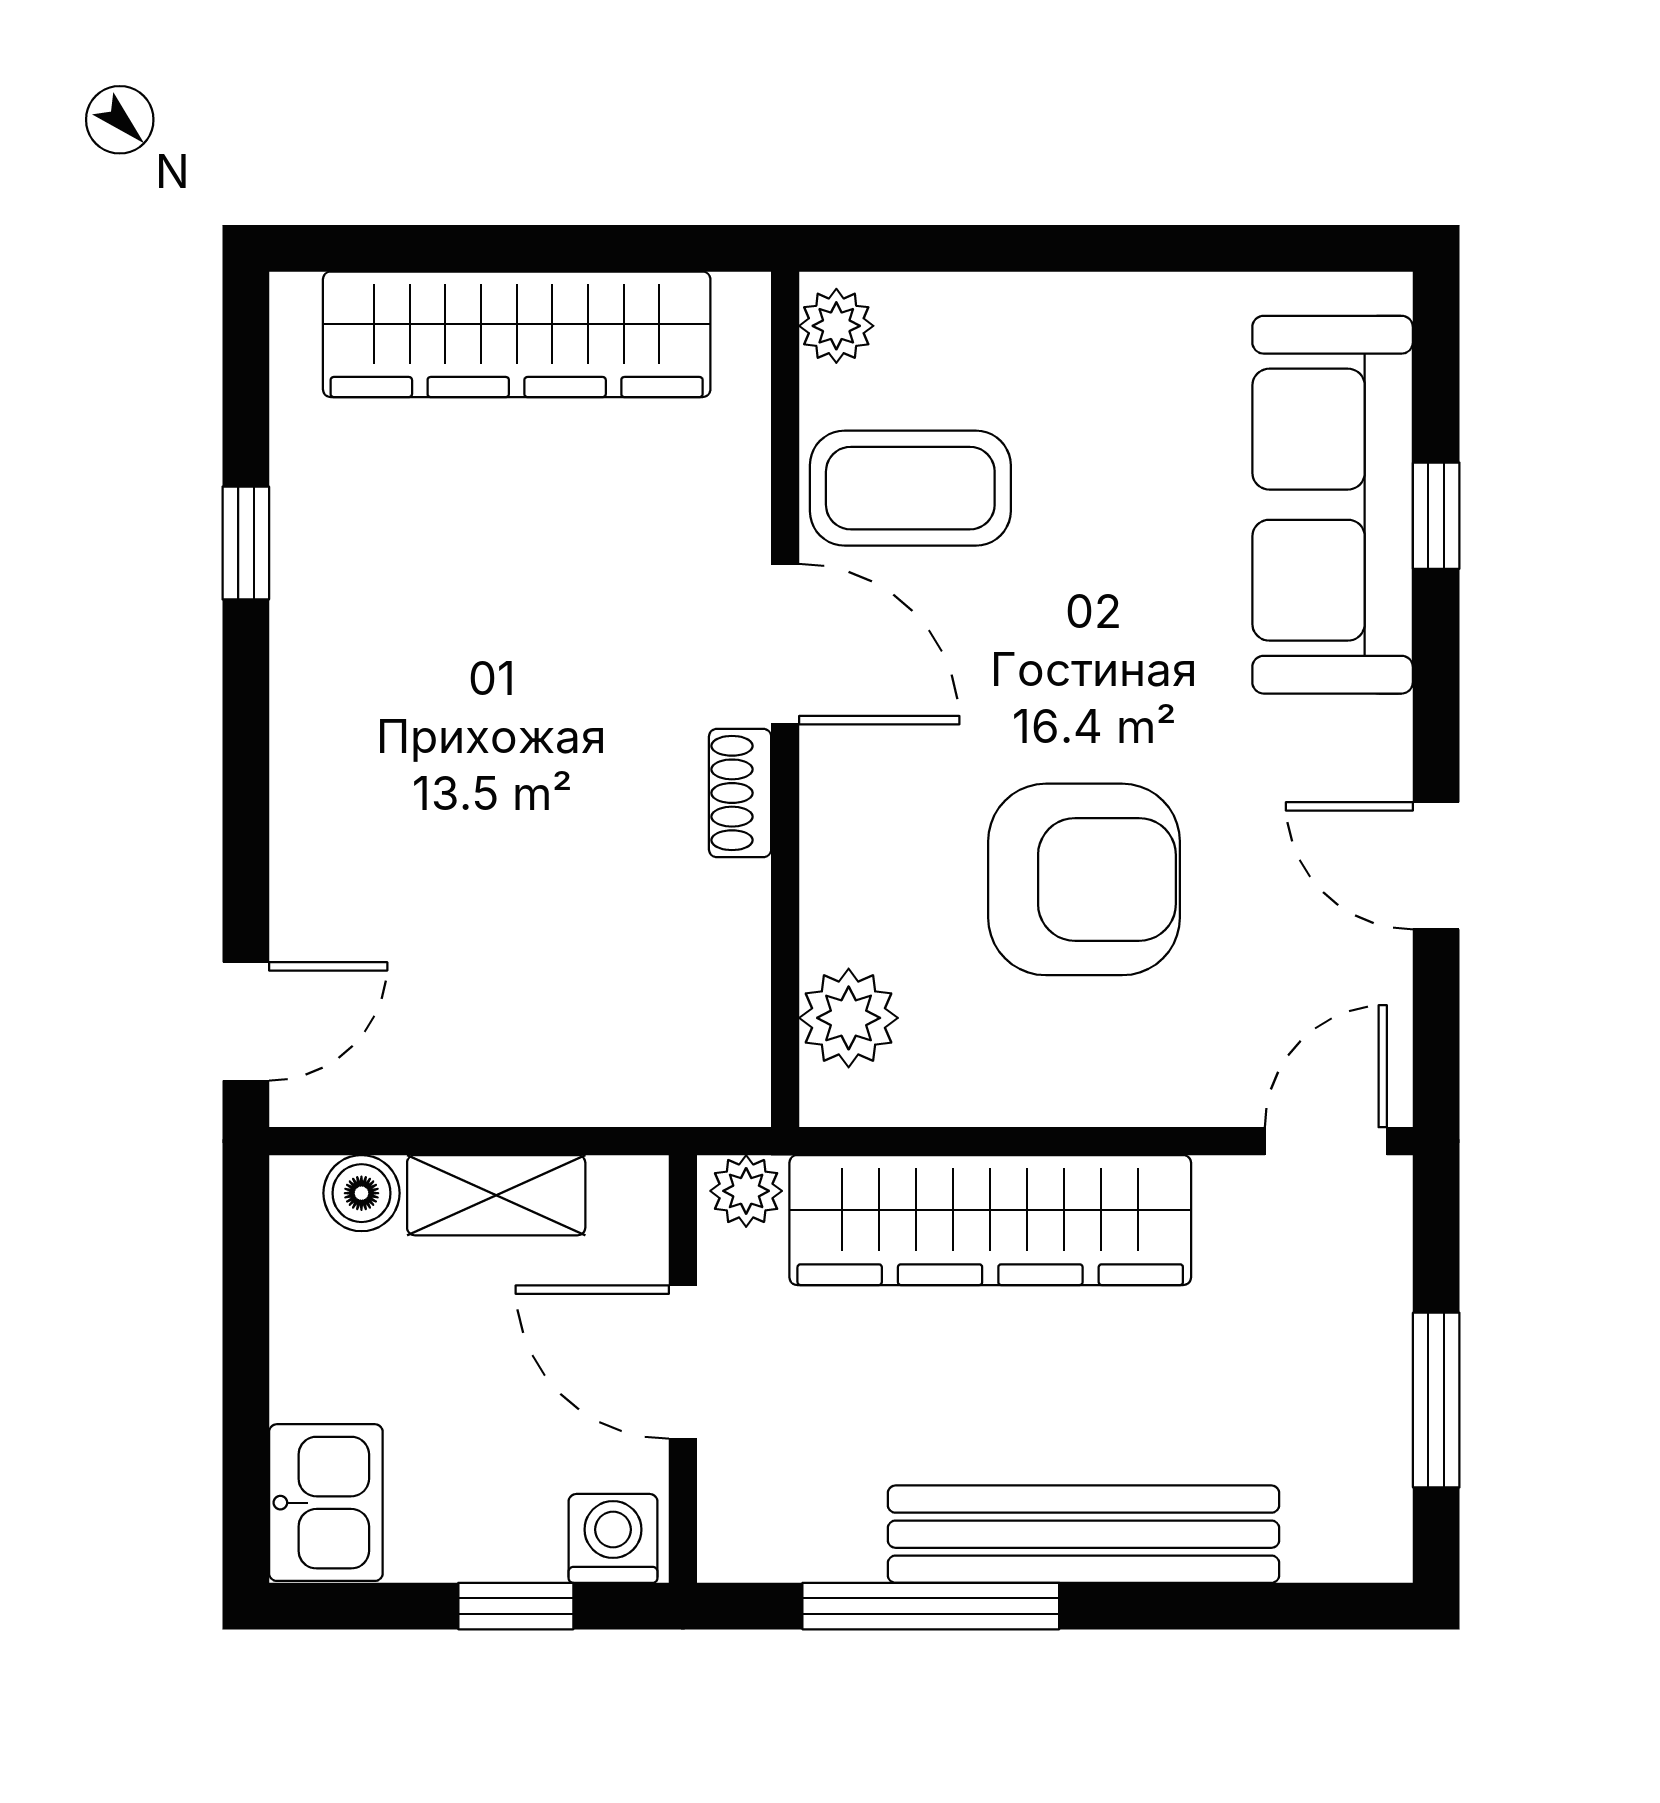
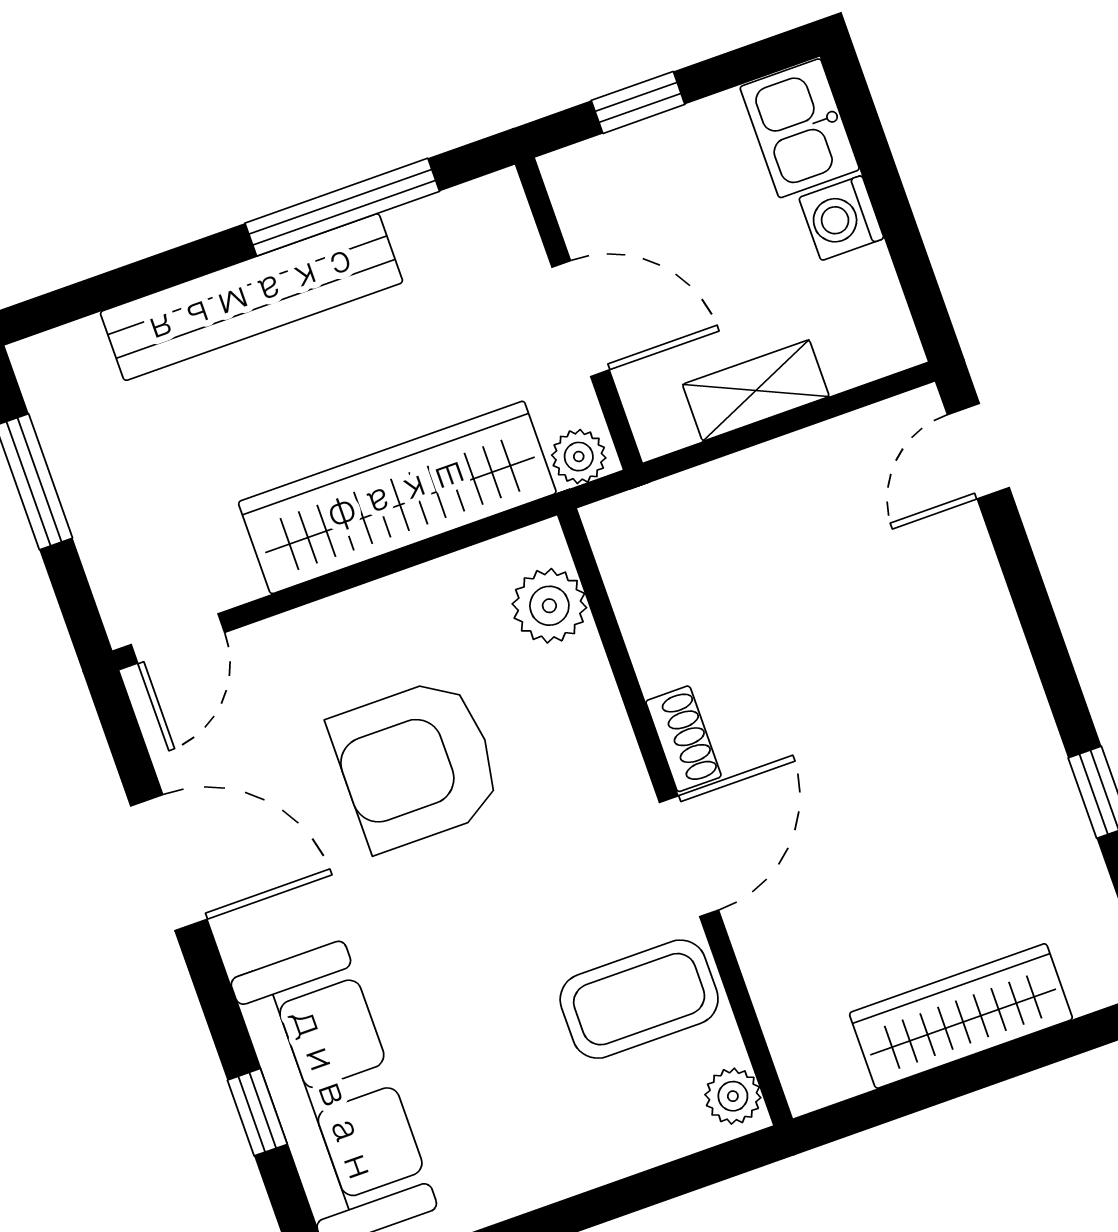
wardrobe: (517, 334) -> (961, 1016), width x0.71, depth x0.85
door: (785, 644) -> (689, 856), swing flipped
door: (1436, 866) -> (169, 863), width x1.38
boiler: (361, 1193) -> (852, 358), removed
washing machine: (613, 1538) -> (841, 218), moved, turned 90

